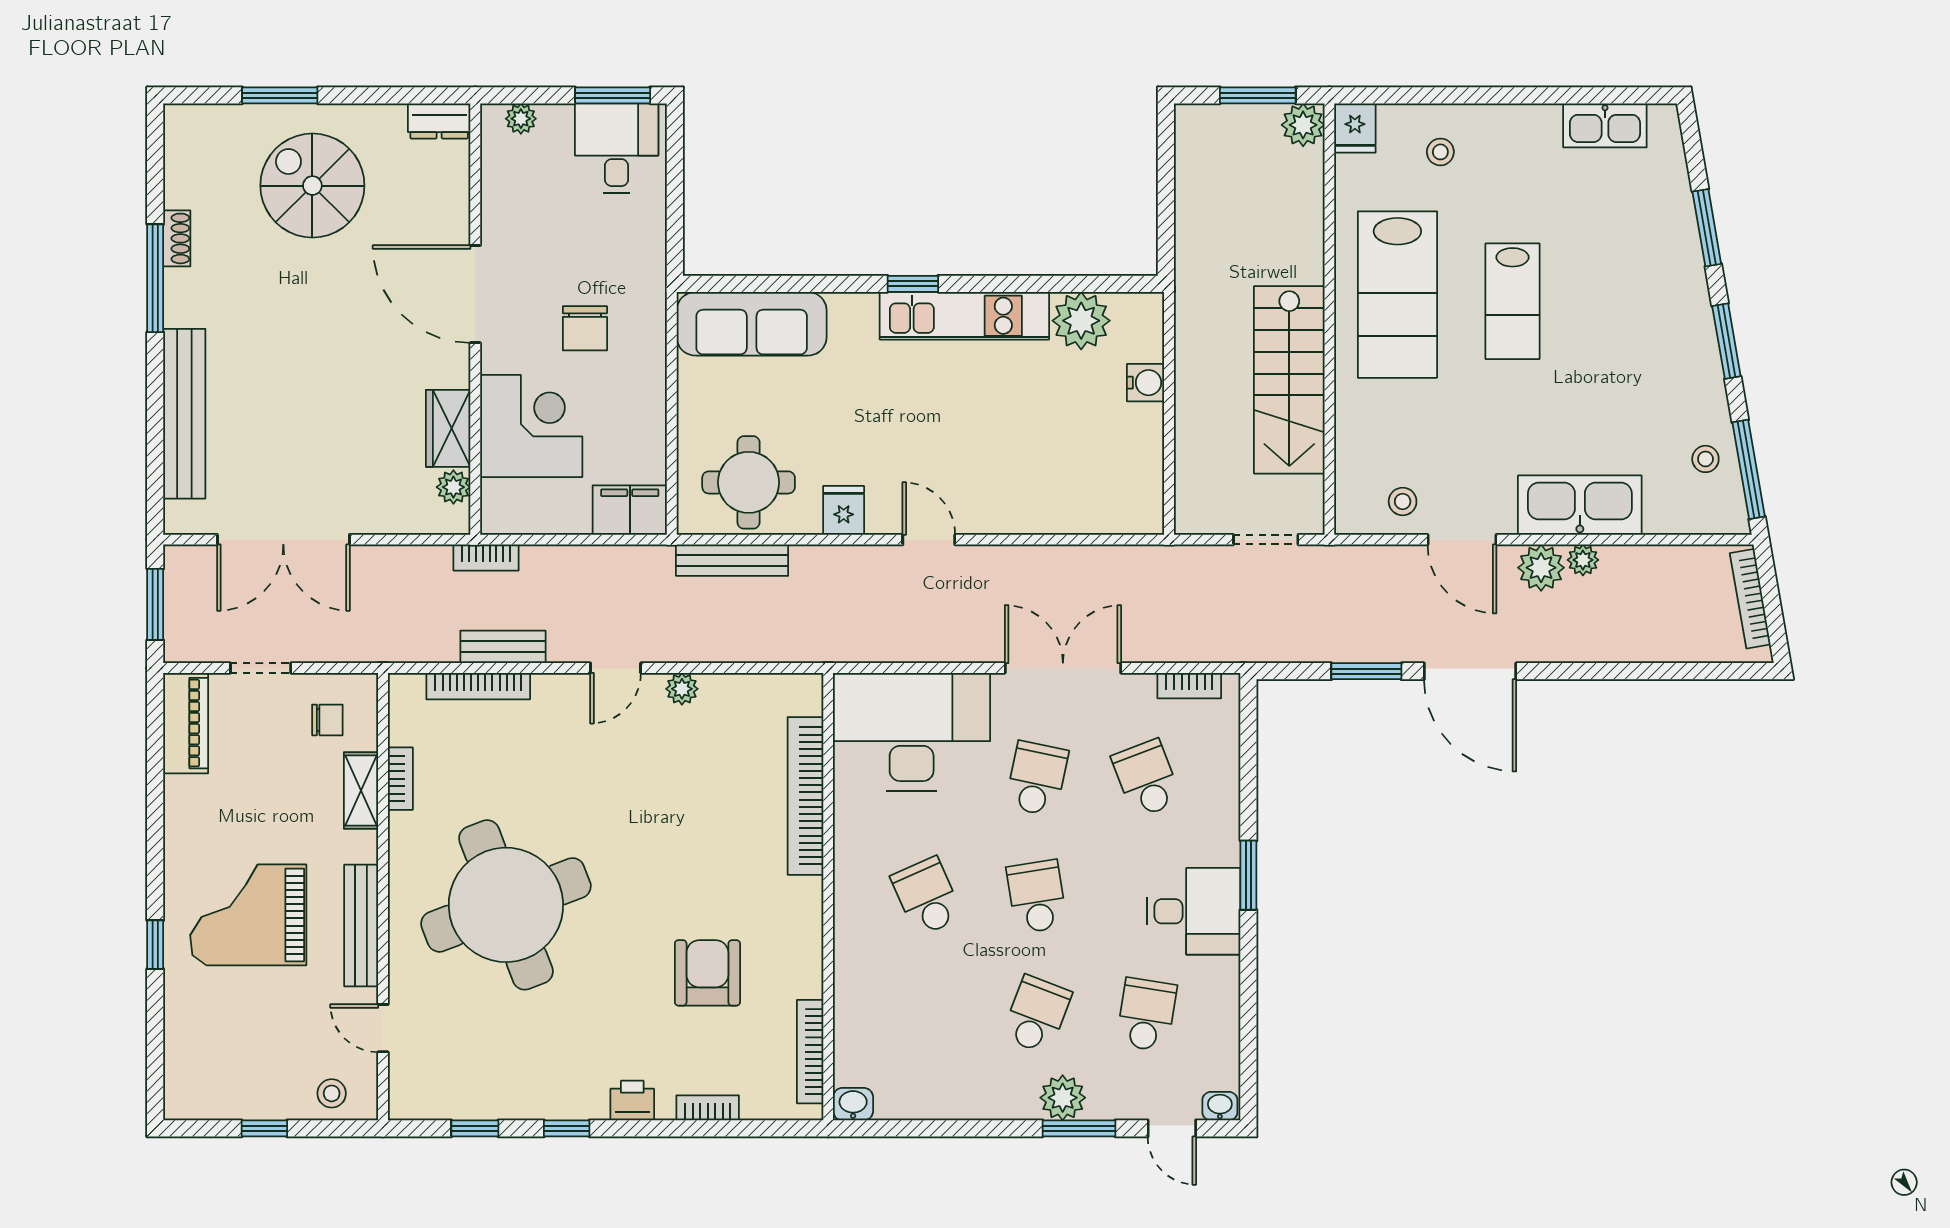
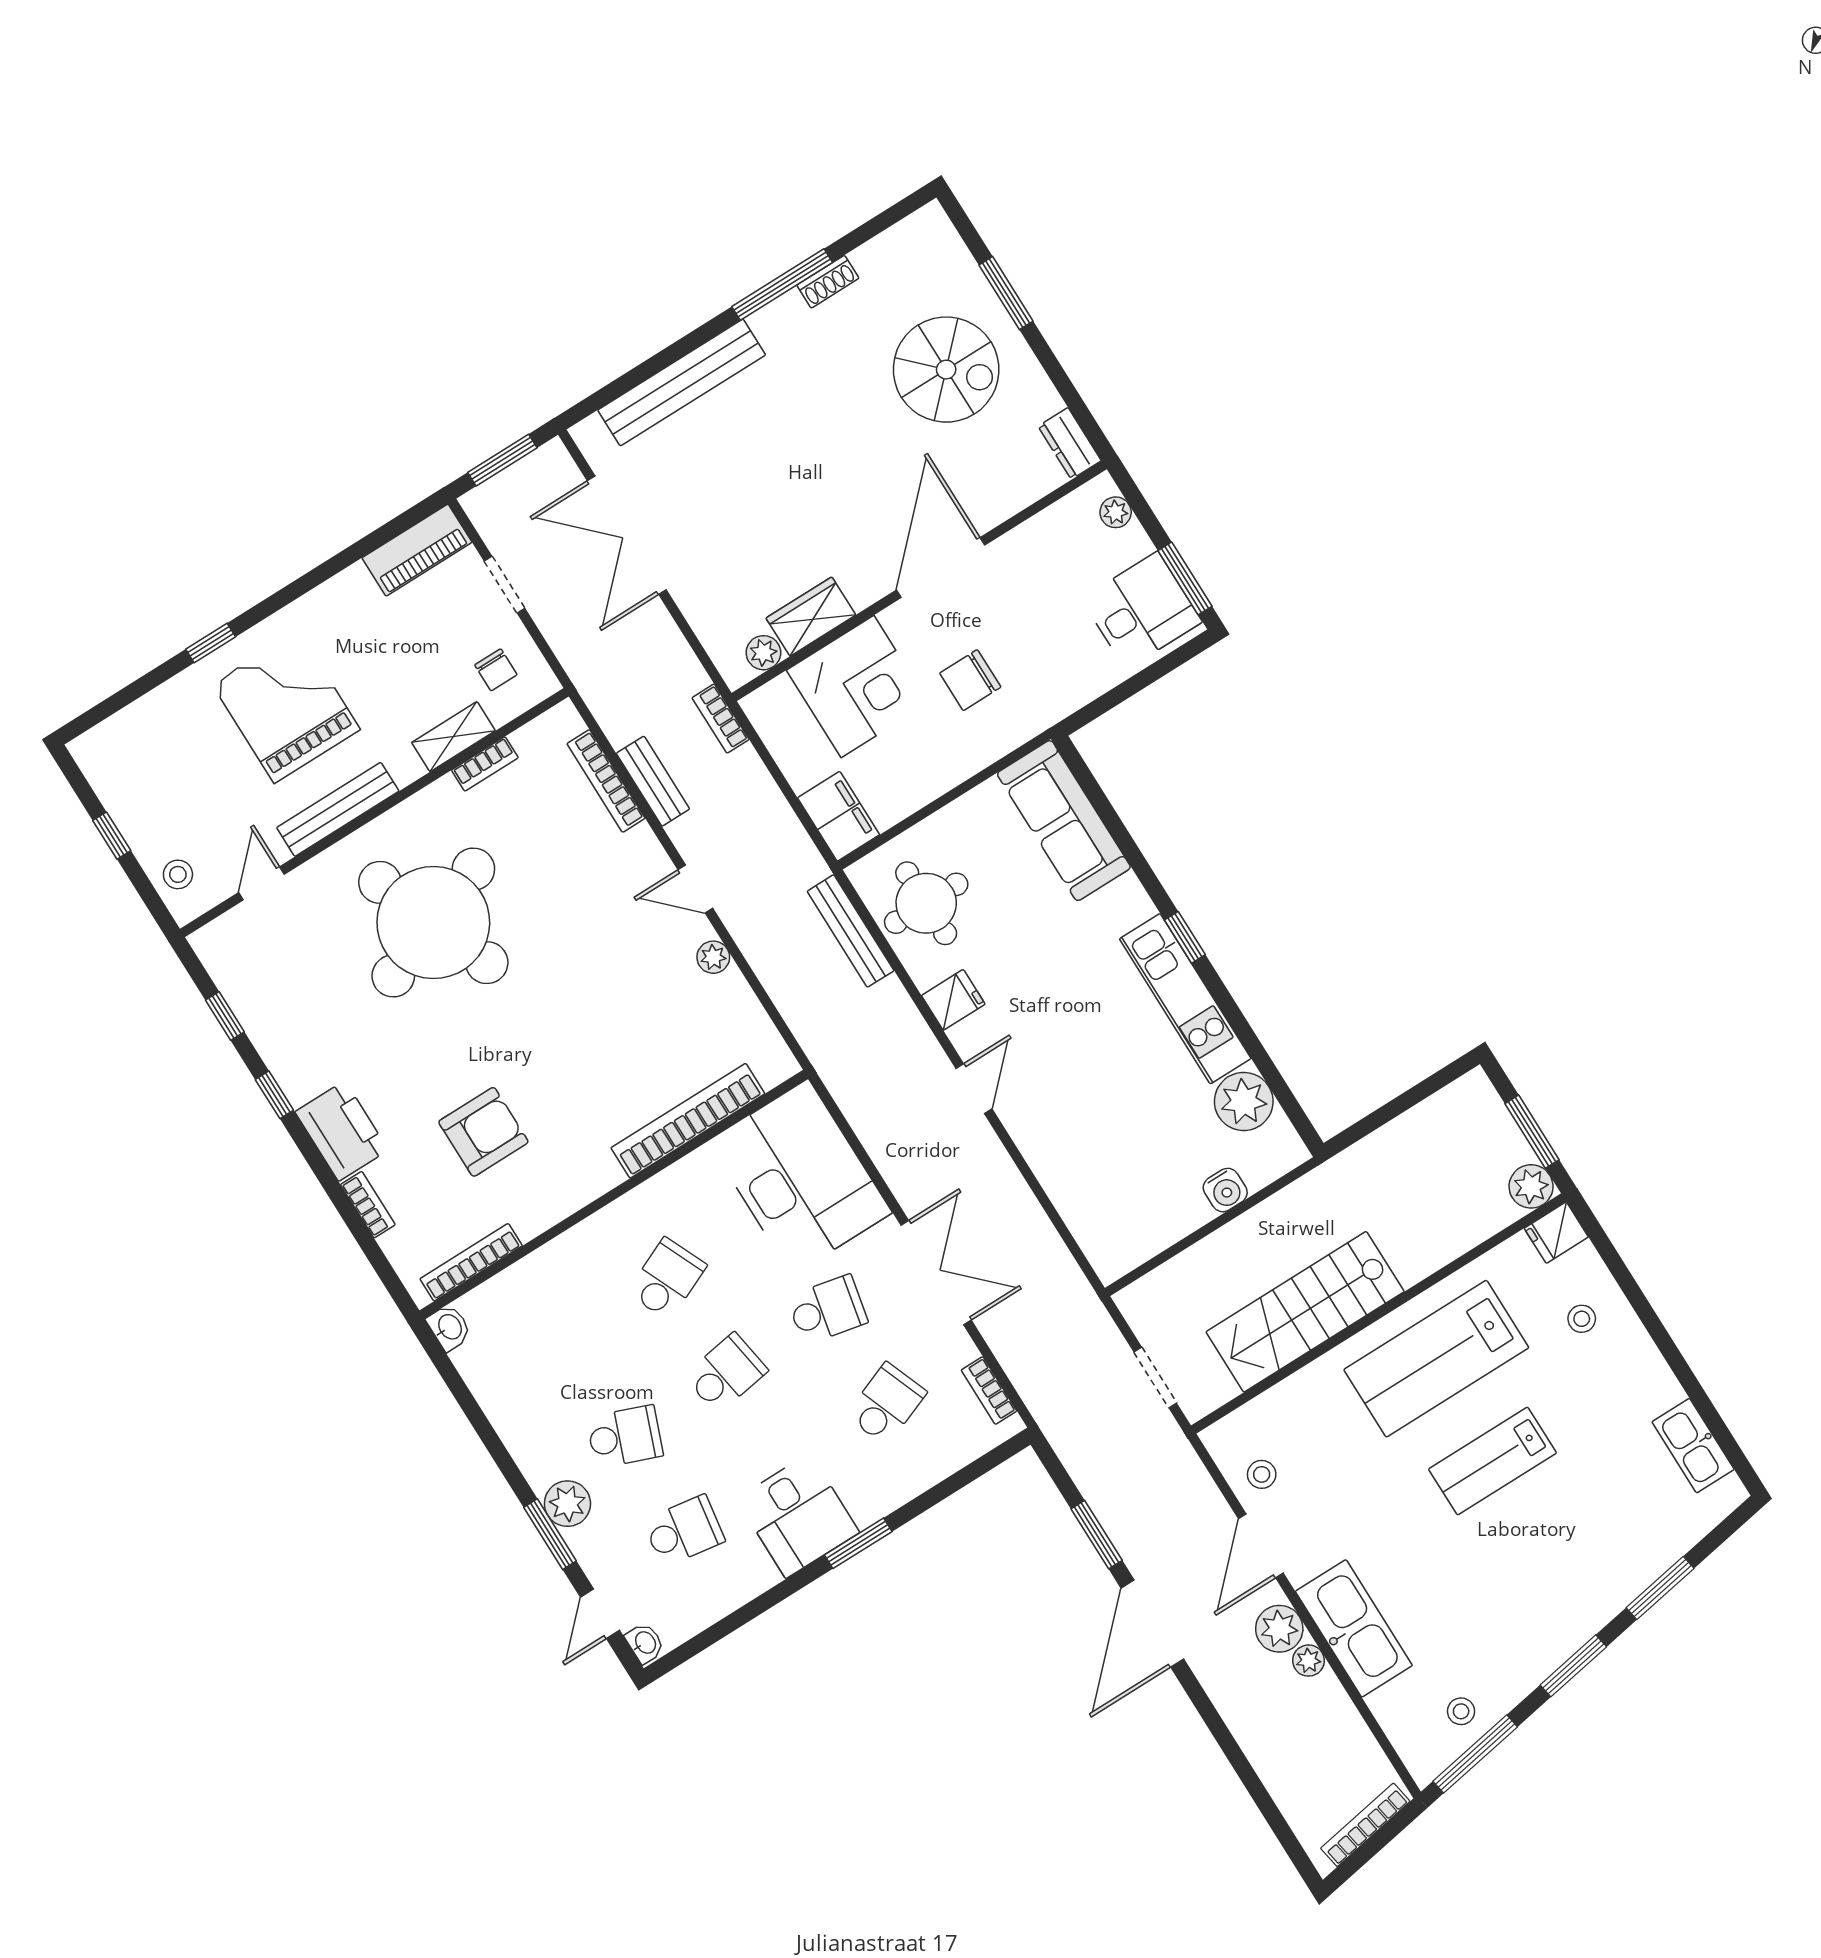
spiral stairs: (312, 186) -> (946, 370), turned 90
printer: (632, 1101) -> (342, 1131), width x1.87, depth x1.48

